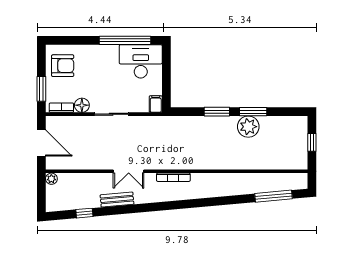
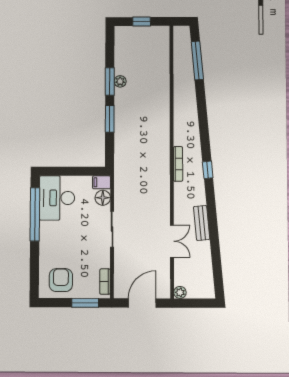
floor lamp: (82, 105) -> (103, 198), moved
plant: (248, 127) -> (120, 81), width x0.53, depth x0.53
double door: (129, 171) -> (172, 241), moved
window: (84, 213) -> (208, 170), moved

